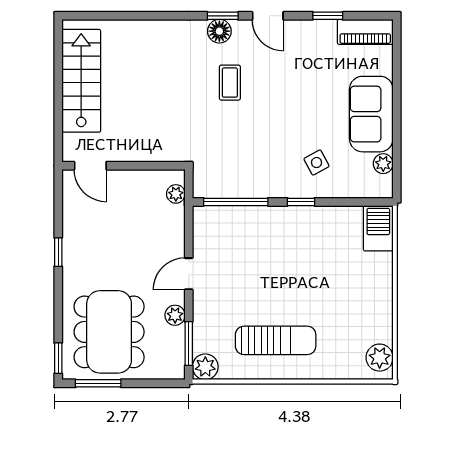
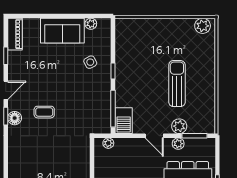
barbecue: (378, 228) -> (124, 121), moved, turned -90
sun lounger: (276, 340) -> (177, 84), moved
plant: (205, 367) -> (179, 126), moved

